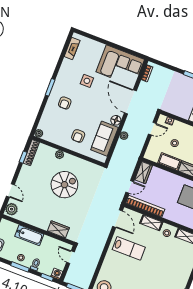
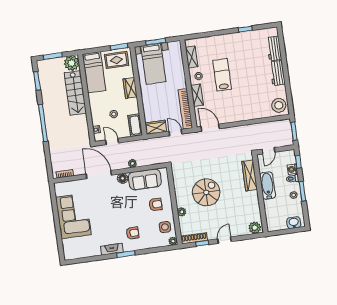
fireplace: (72, 49) -> (112, 249), moved
corner sofa: (120, 66) -> (73, 216), moved
side table: (87, 81) -> (165, 227), moved
door: (130, 102) -> (99, 175), swing flipped
cot: (169, 162) -> (135, 125), moved
spiral stairs: (64, 185) -> (206, 192), turned 90
door: (10, 190) -> (224, 240), moved
door: (118, 219) -> (210, 128), hinge flipped
wardrobe: (58, 229) -> (250, 175), width x1.50
bathtub: (29, 235) -> (268, 186), moved
lab bench: (129, 248) -> (222, 75), moved
washing machine: (57, 274) -> (292, 169), moved

